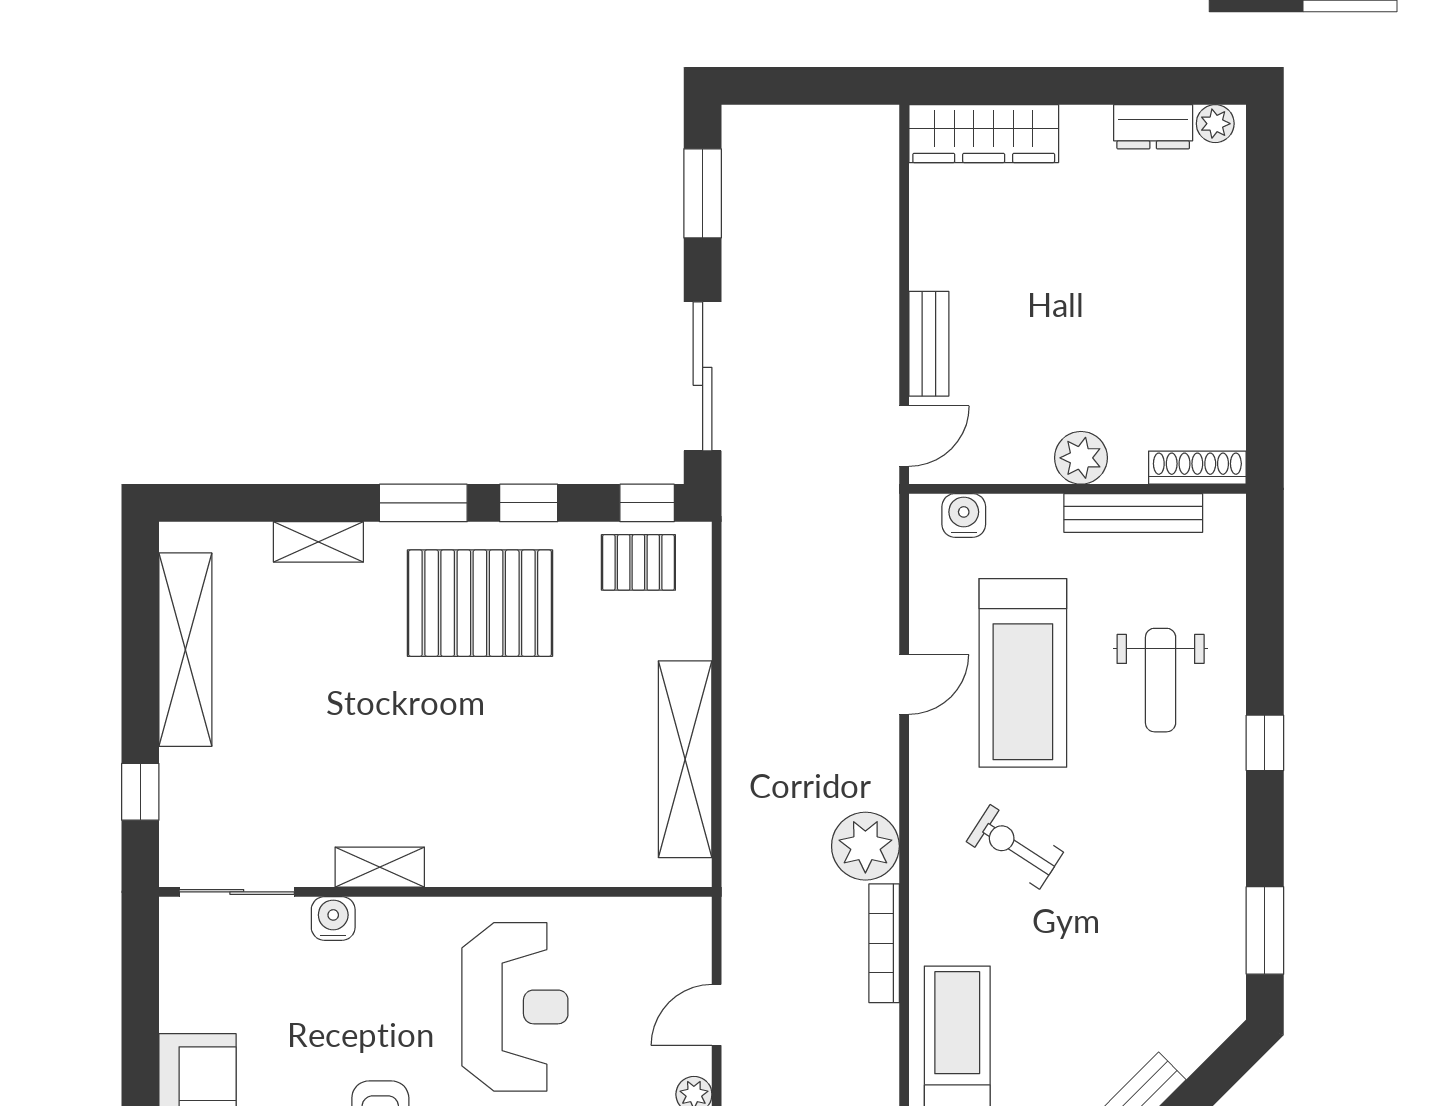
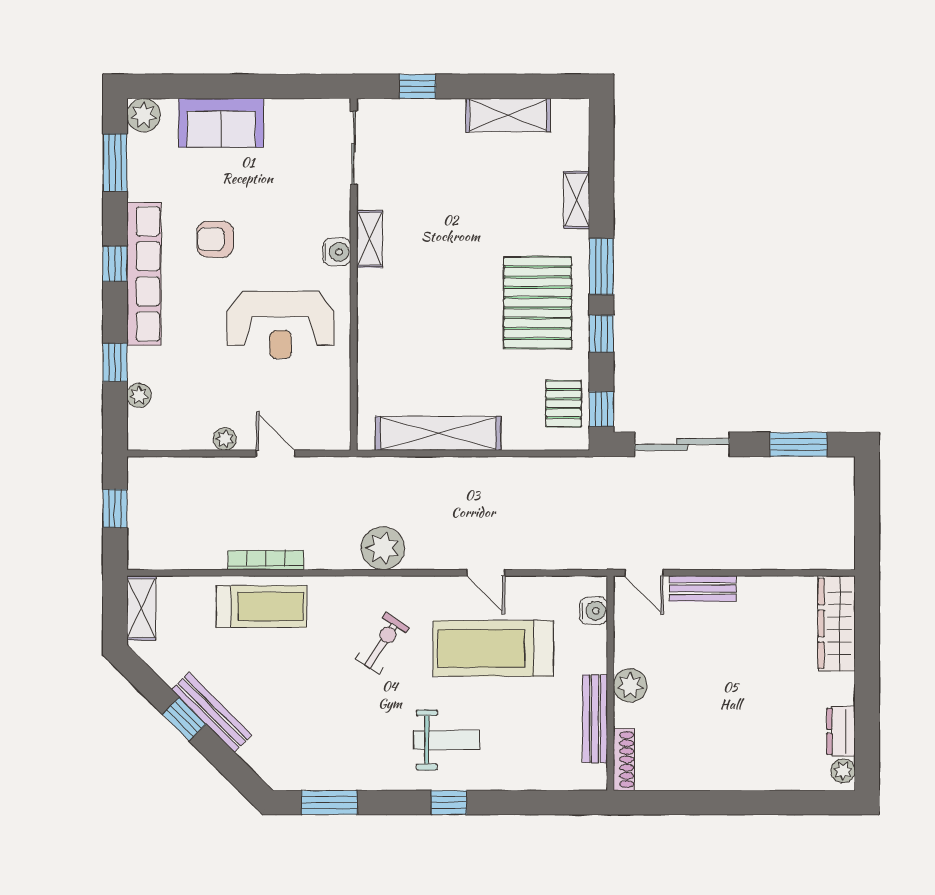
shelving: (185, 650) -> (508, 115), width x0.68
weight bench: (1161, 680) -> (447, 740), moved, turned 180
water cooler: (333, 918) -> (337, 252), moved
bookcase: (884, 943) -> (266, 560), moved

